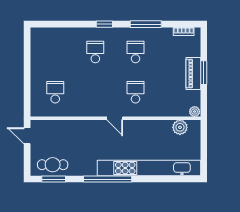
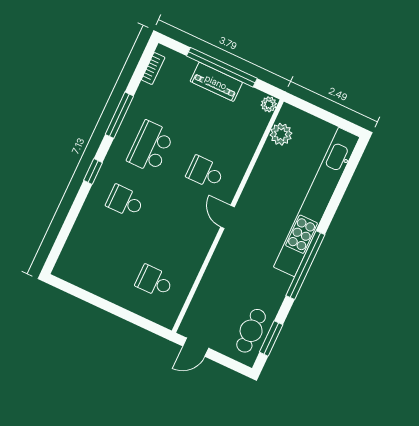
school desk: (135, 52) -> (150, 147), width x1.85
window: (204, 73) -> (222, 67), width x2.11
door: (115, 118) -> (227, 217), swing flipped

